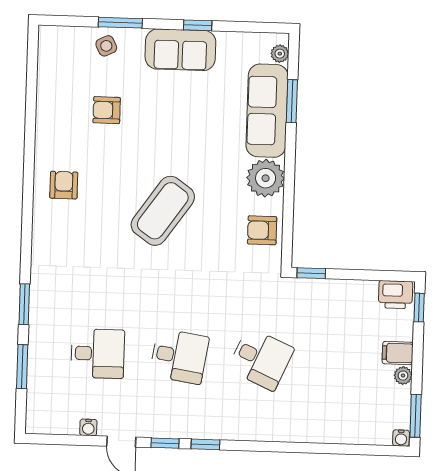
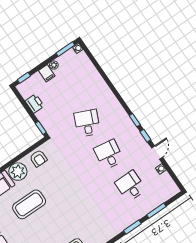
coffee table: (163, 211) -> (29, 204), moved, turned -35
printer: (395, 295) -> (35, 104), moved

